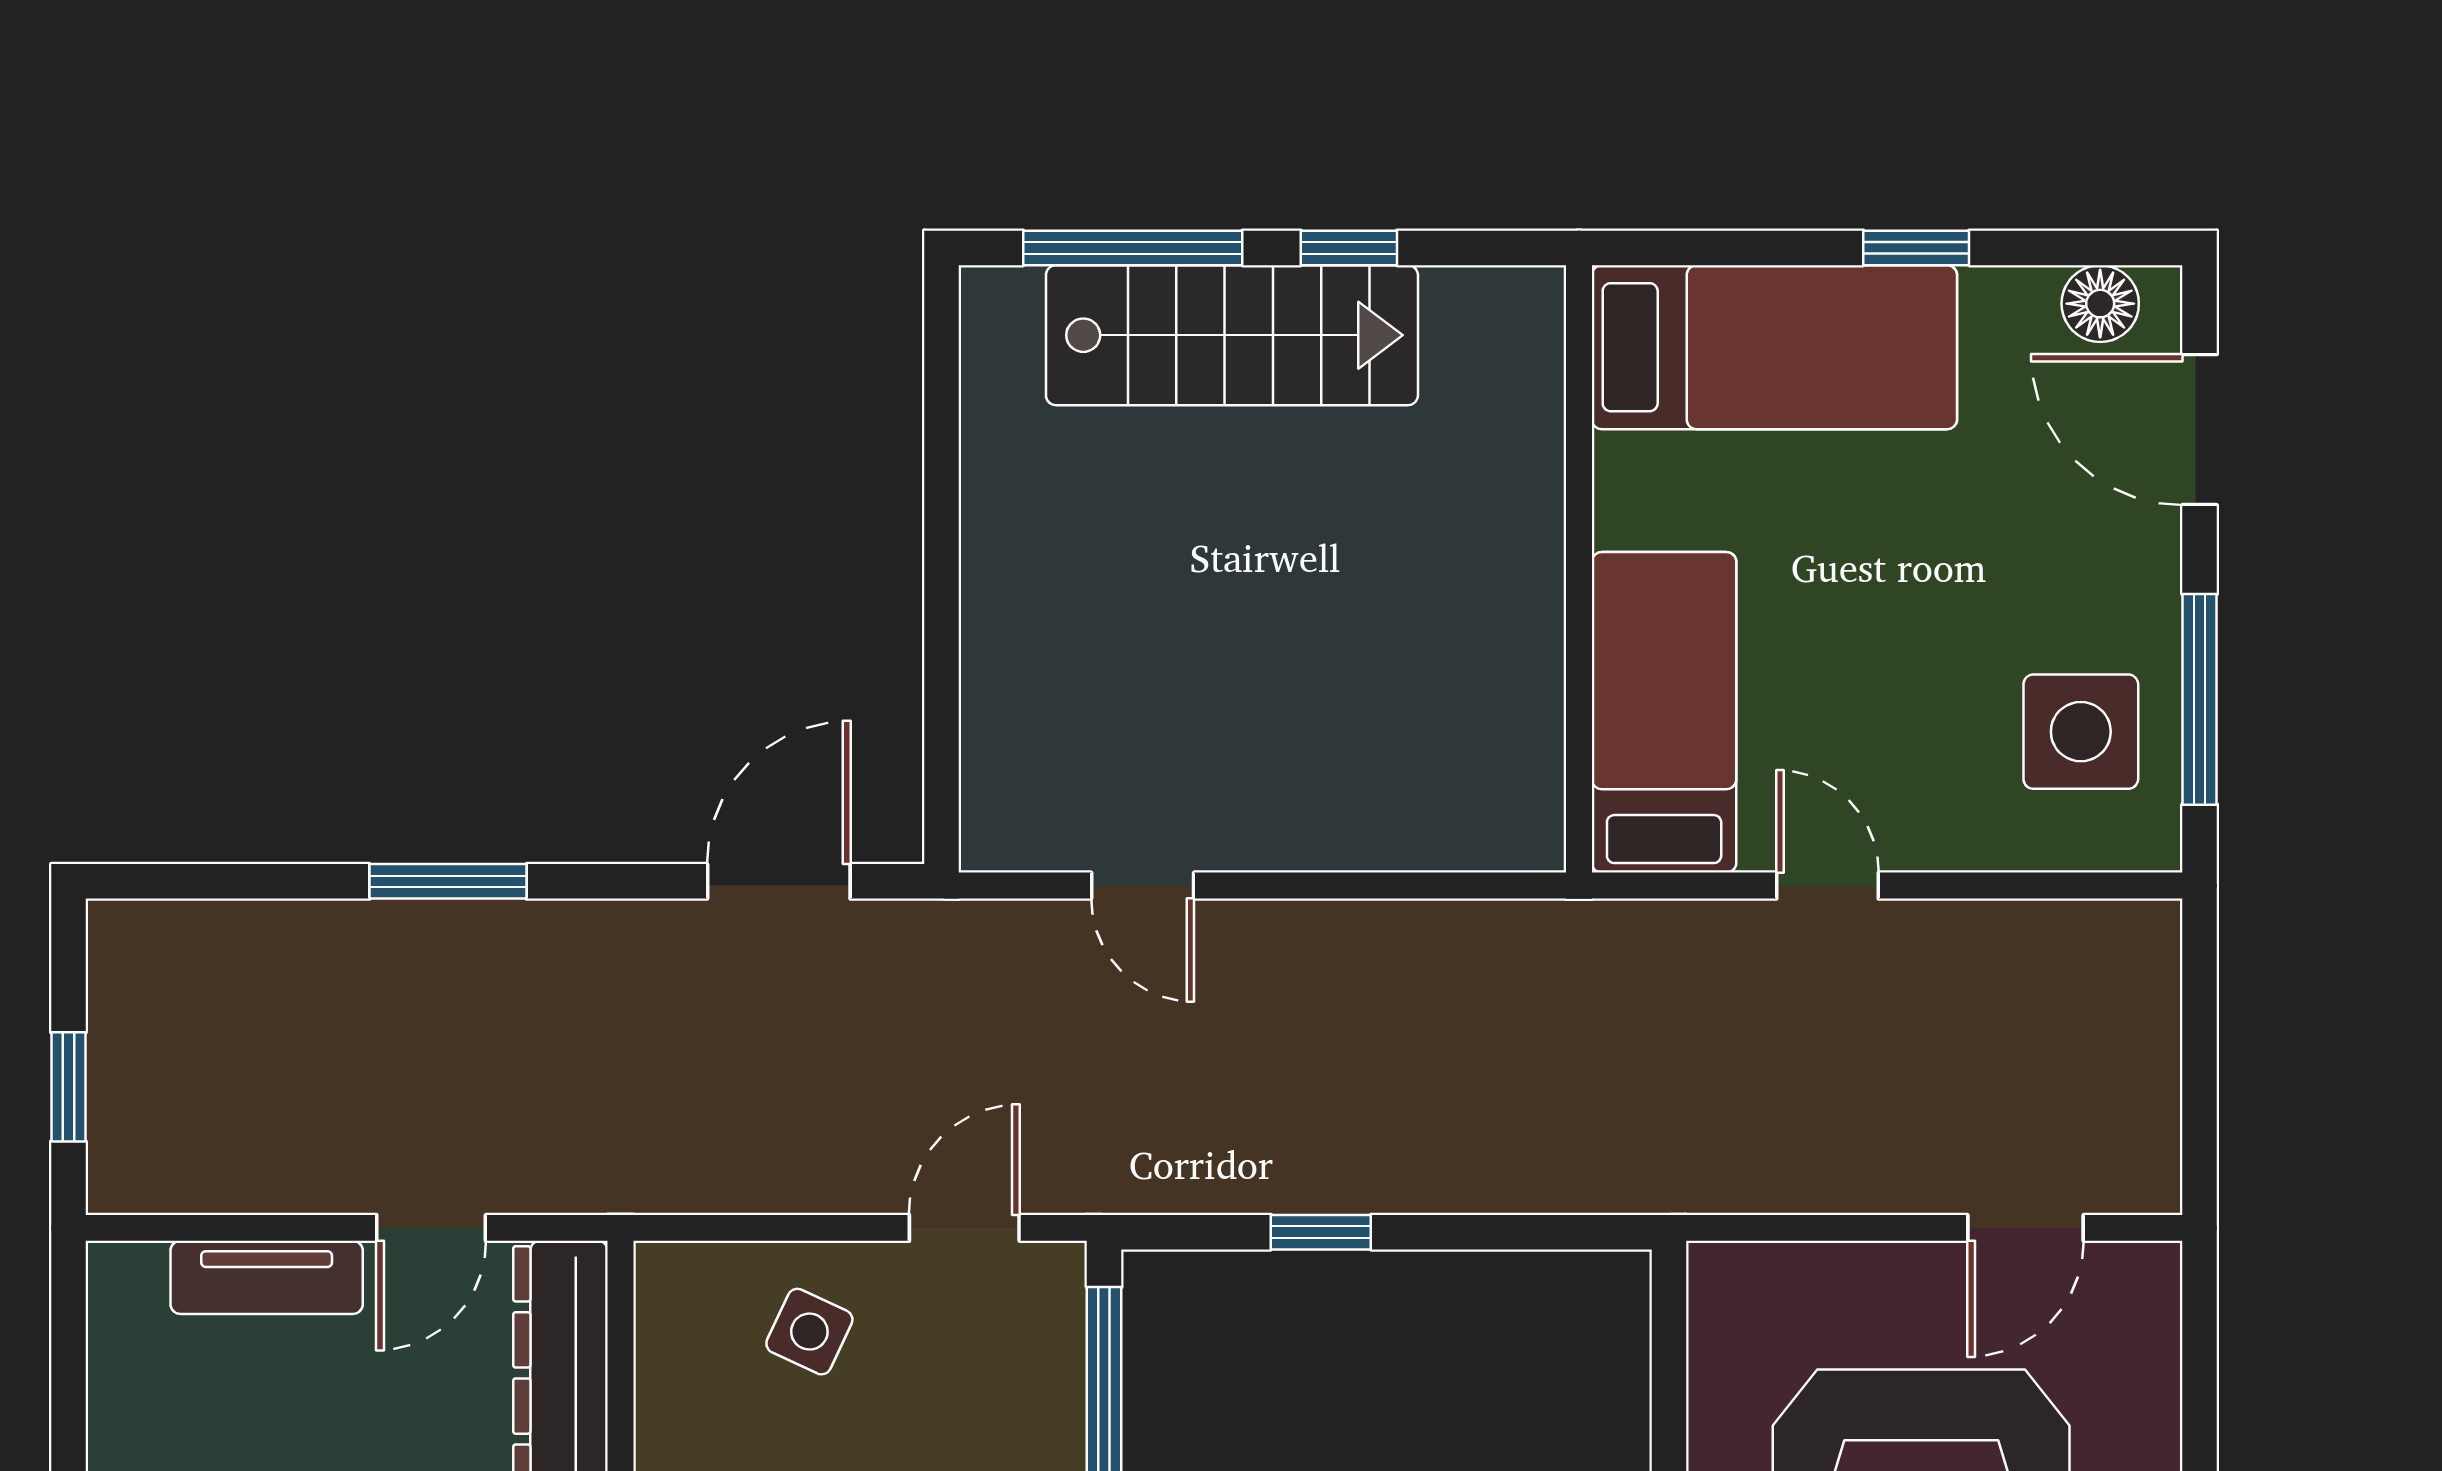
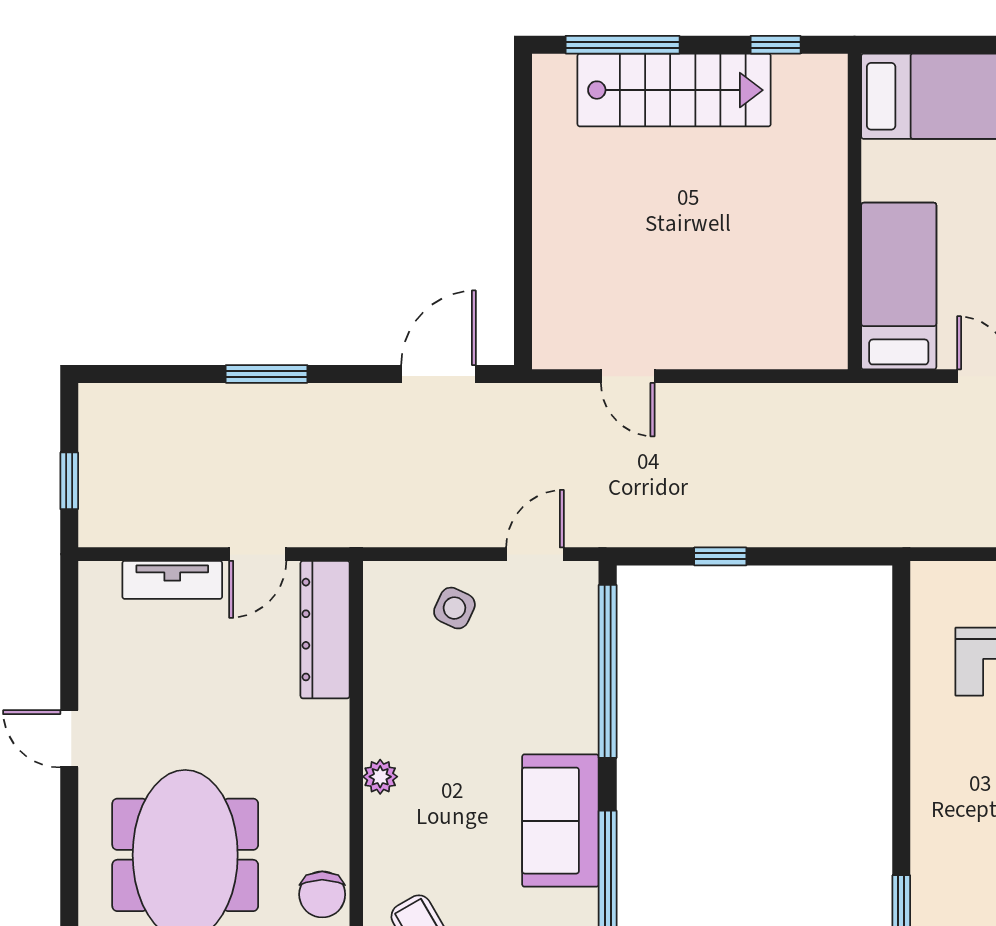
window: (1349, 248) -> (776, 45), moved

